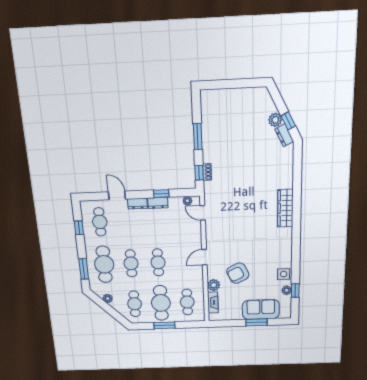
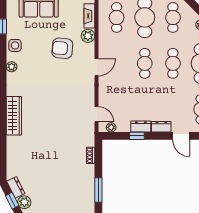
window: (199, 173) -> (98, 155), removed
armchair: (238, 273) -> (62, 48), turned -149
plant: (287, 290) -> (12, 67), moved

